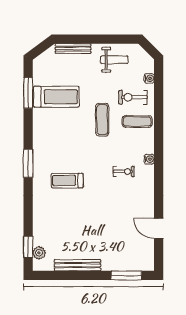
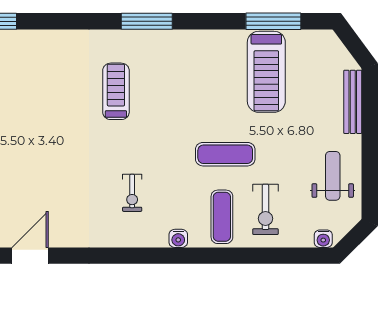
weight bench: (114, 60) -> (333, 176), turned 180
water cooler: (149, 78) -> (323, 239), moved
exercise bike: (133, 97) -> (265, 209), turned 180
water cooler: (149, 159) -> (178, 238), moved

